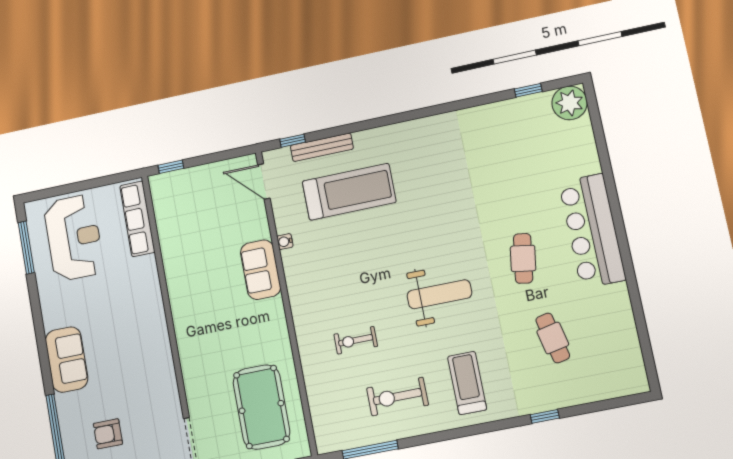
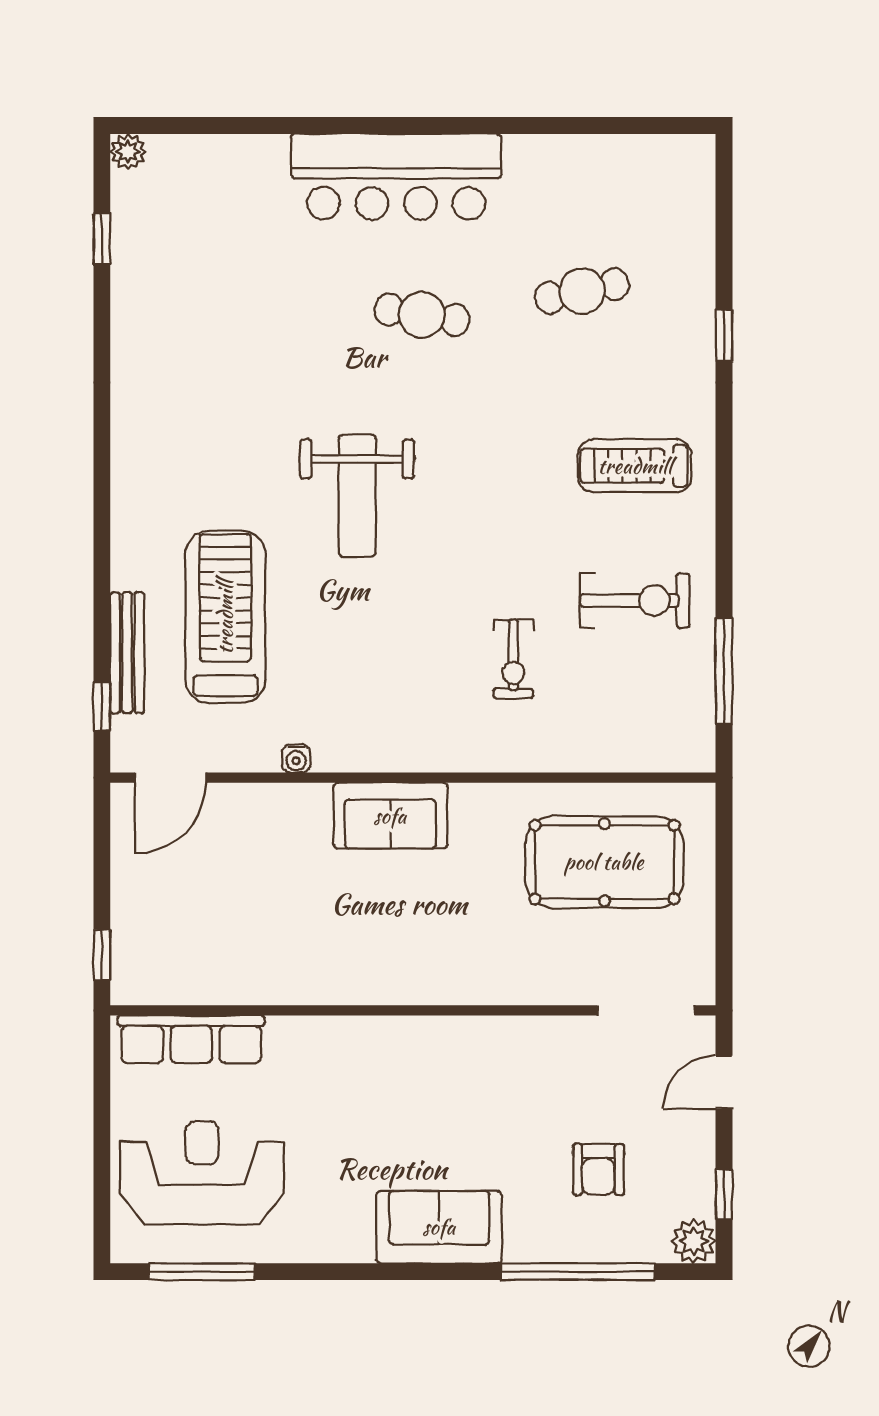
plant: (570, 103) -> (128, 152), width x0.53, depth x0.53
sofa: (261, 270) -> (390, 816), moved
weight bench: (439, 294) -> (357, 496), moved, turned 180
exercise bike: (397, 397) -> (635, 600), turned -90

